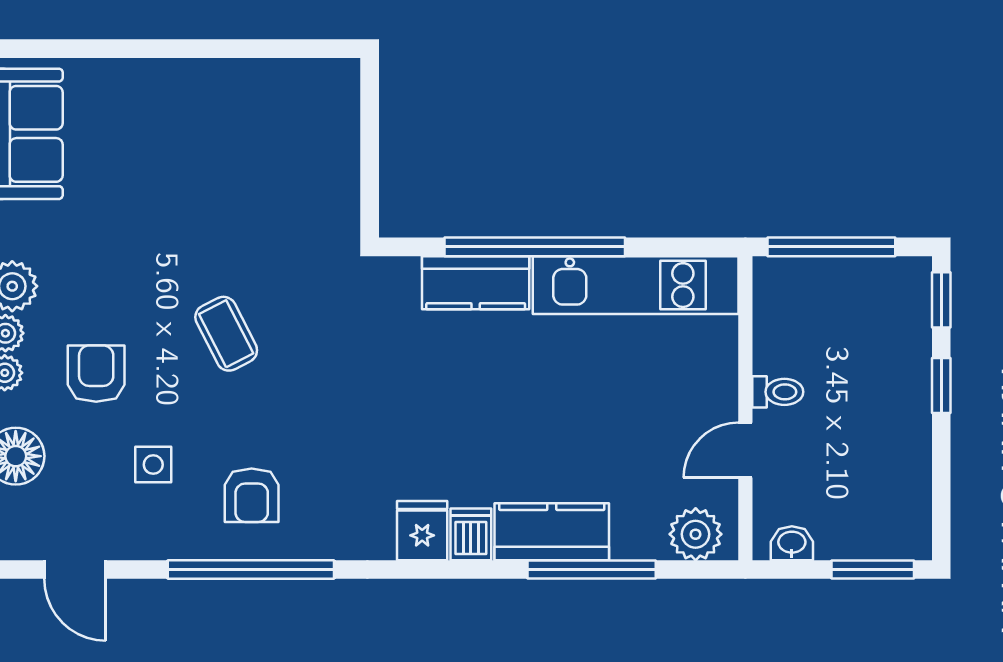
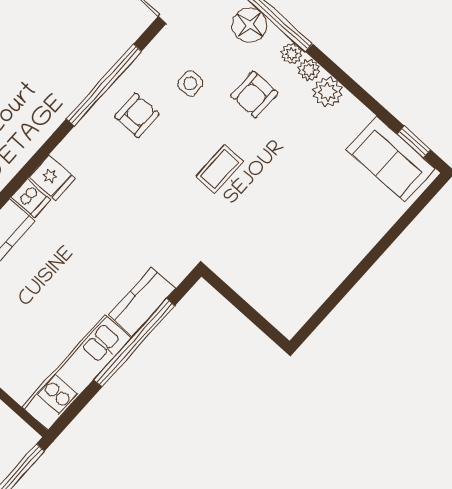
coffee table: (226, 334) -> (220, 169), turned -63
armchair: (96, 374) -> (254, 94), turned 90
armchair: (252, 495) -> (137, 115), turned 90

